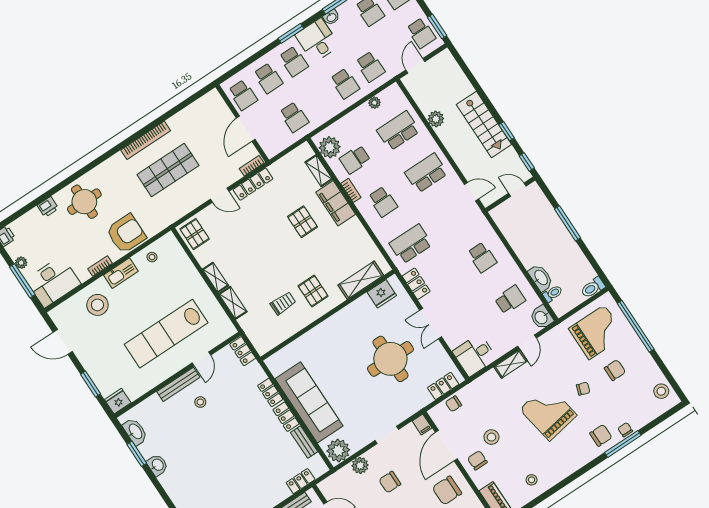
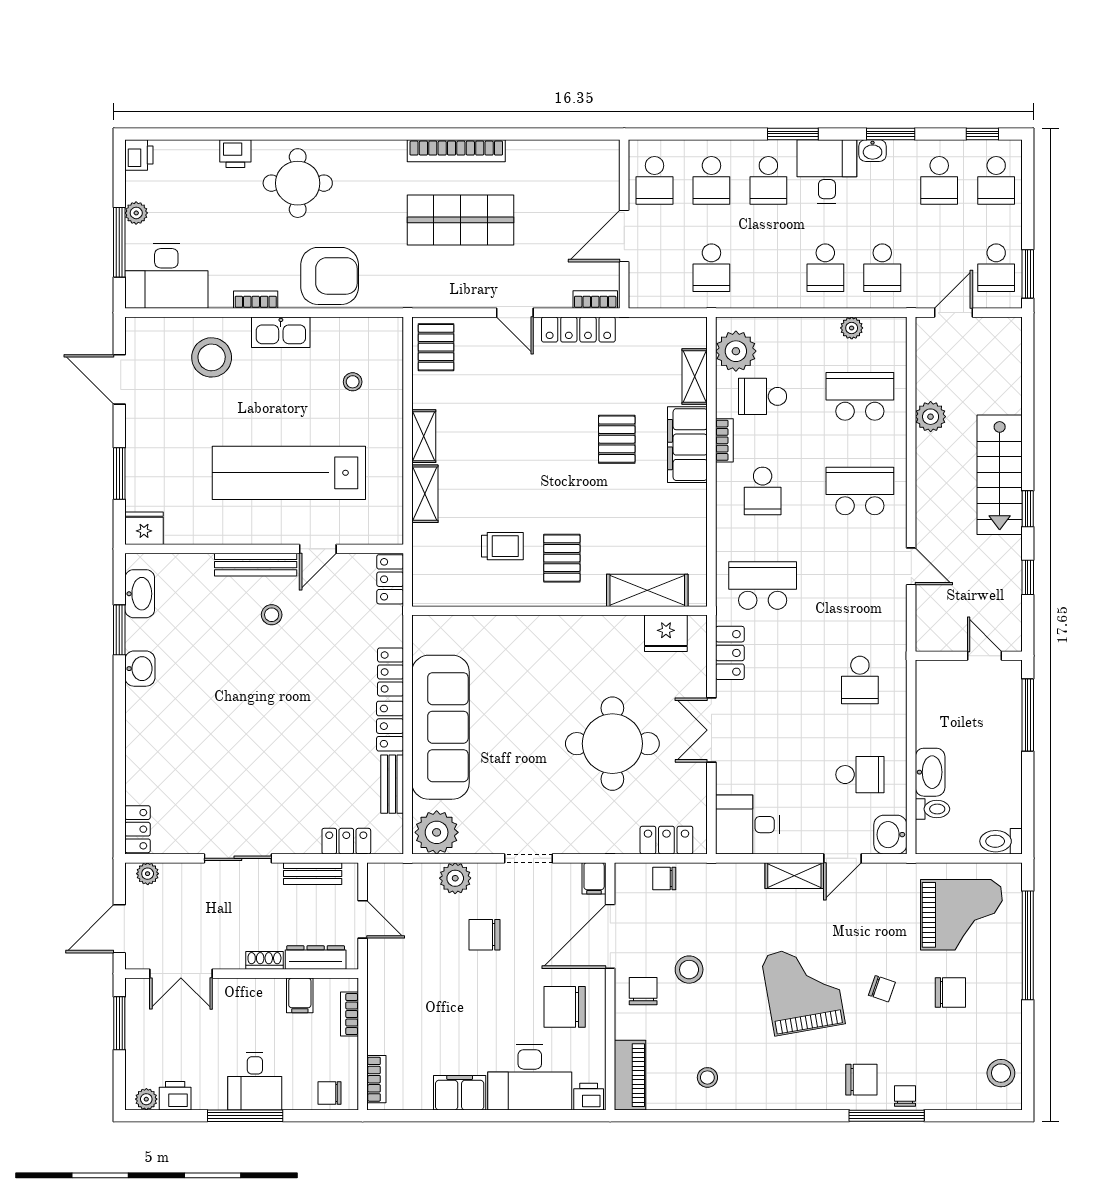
door: (517, 190) -> (985, 656), moved
wall: (510, 194) -> (969, 656), moved
stool: (152, 257) -> (353, 382), moved

